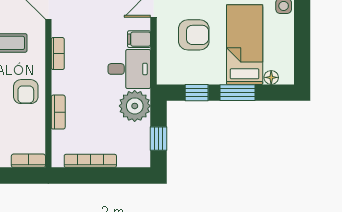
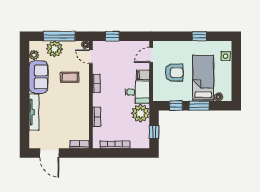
armchair: (26, 92) -> (78, 105), removed

